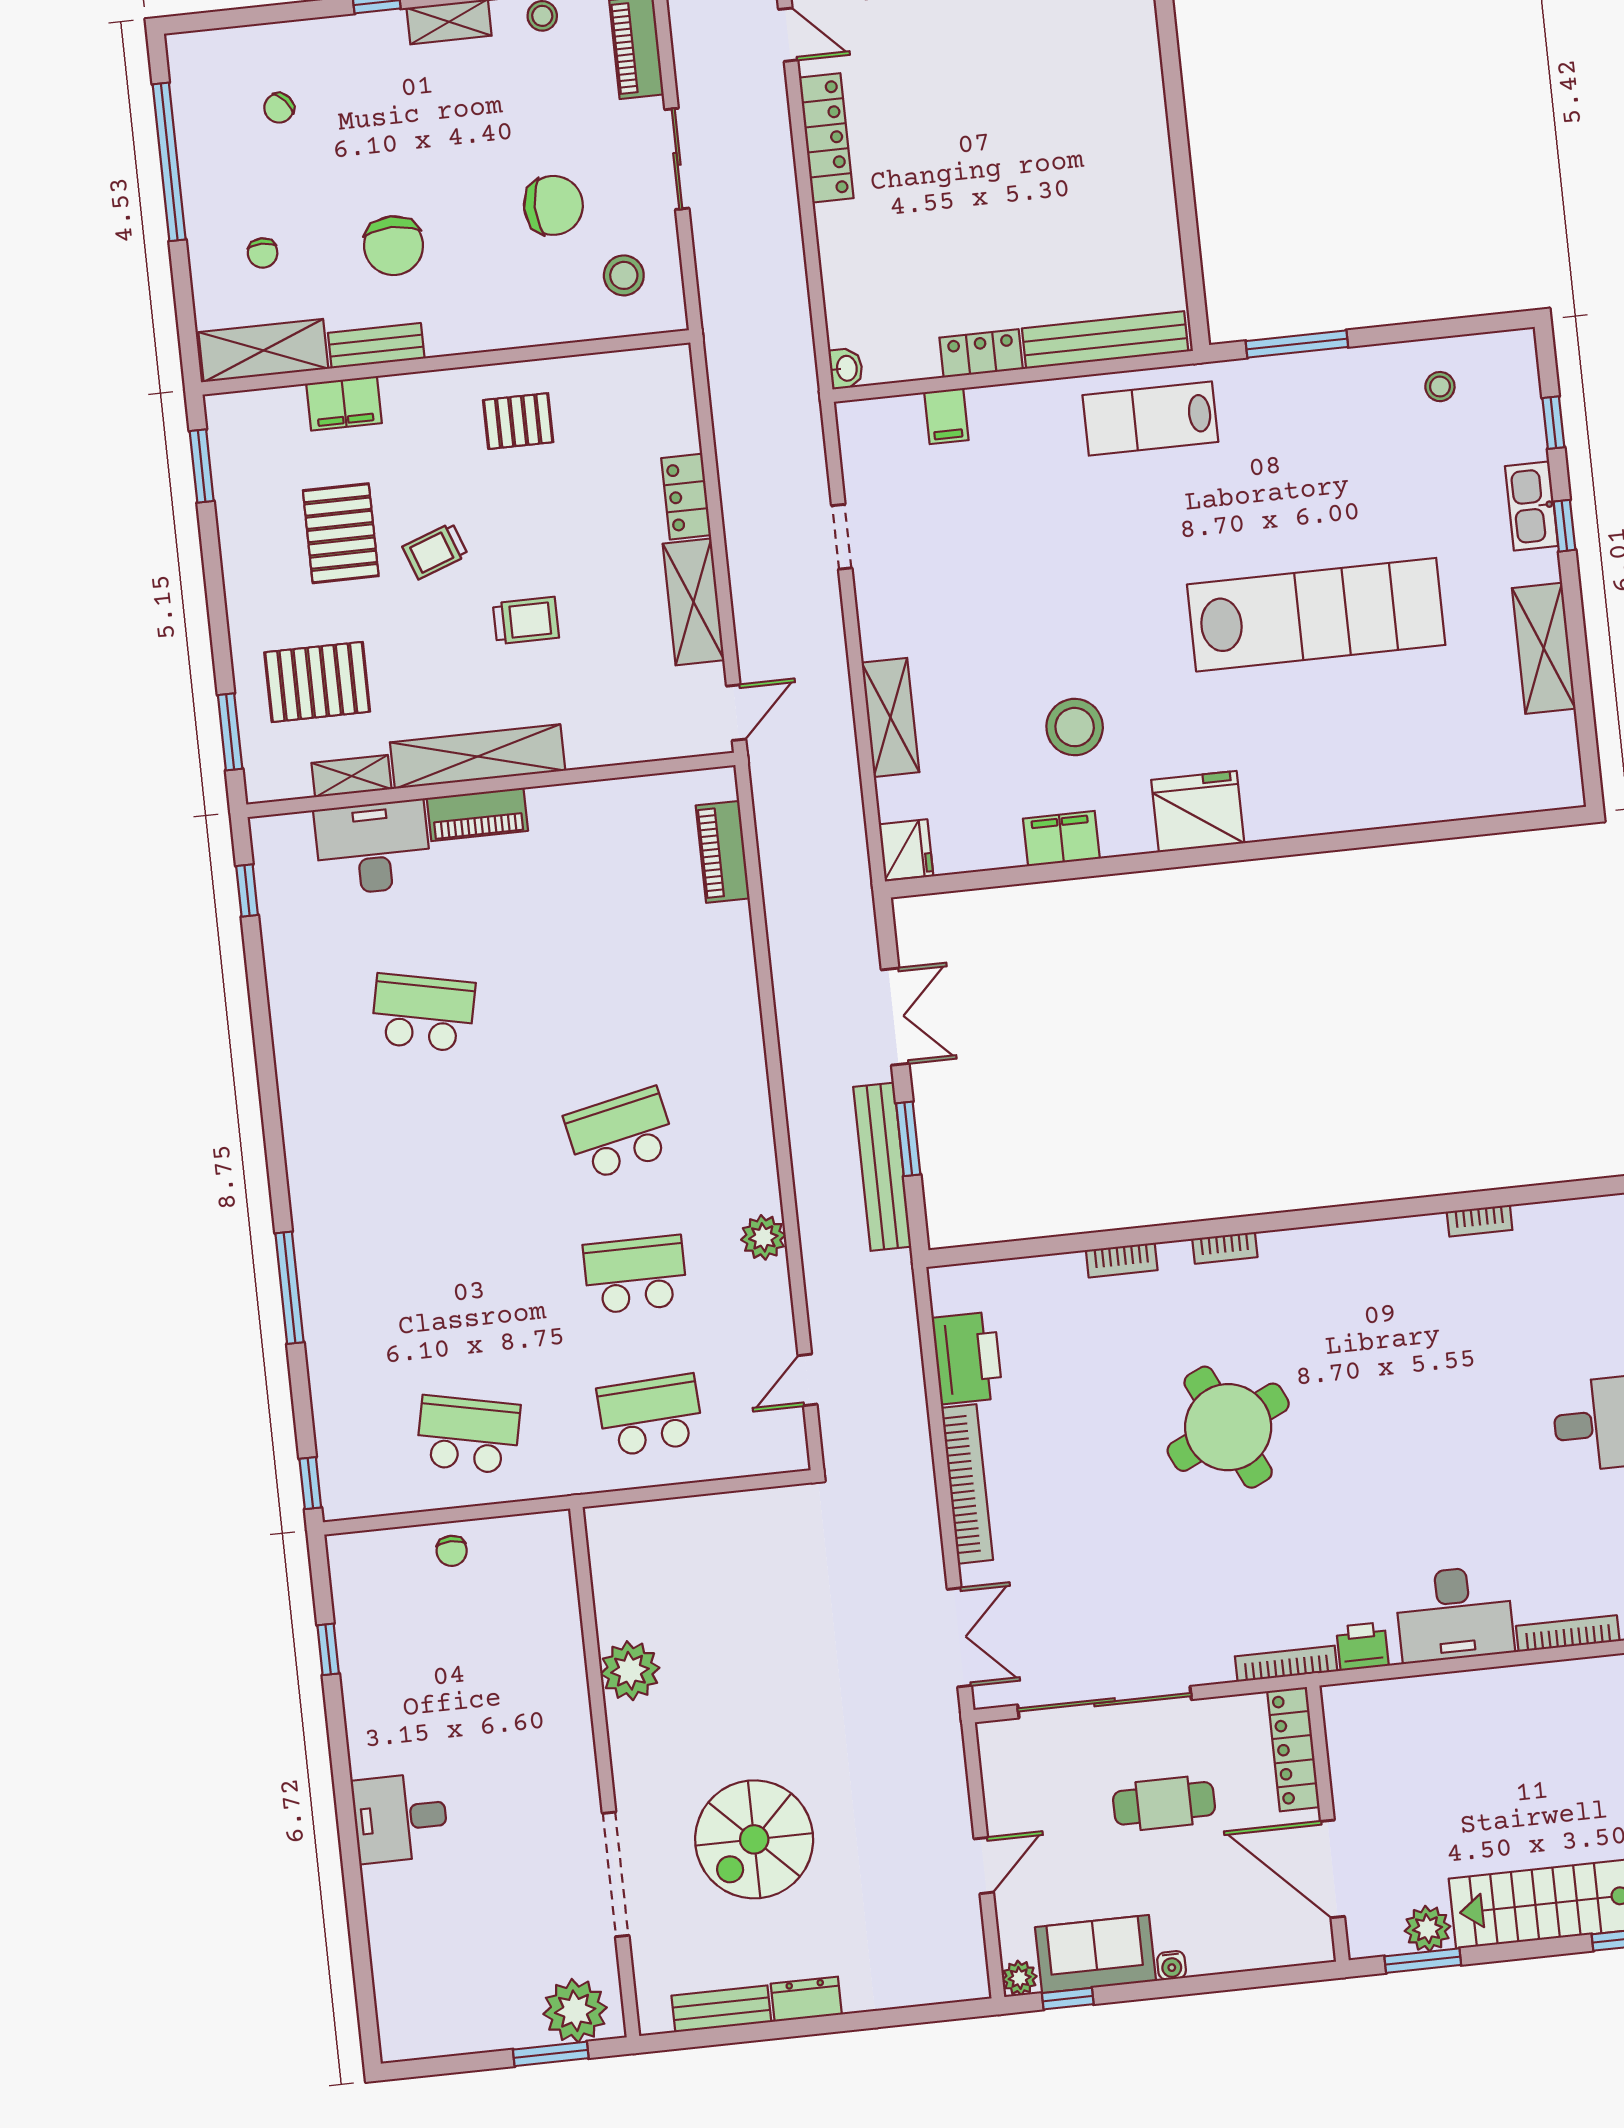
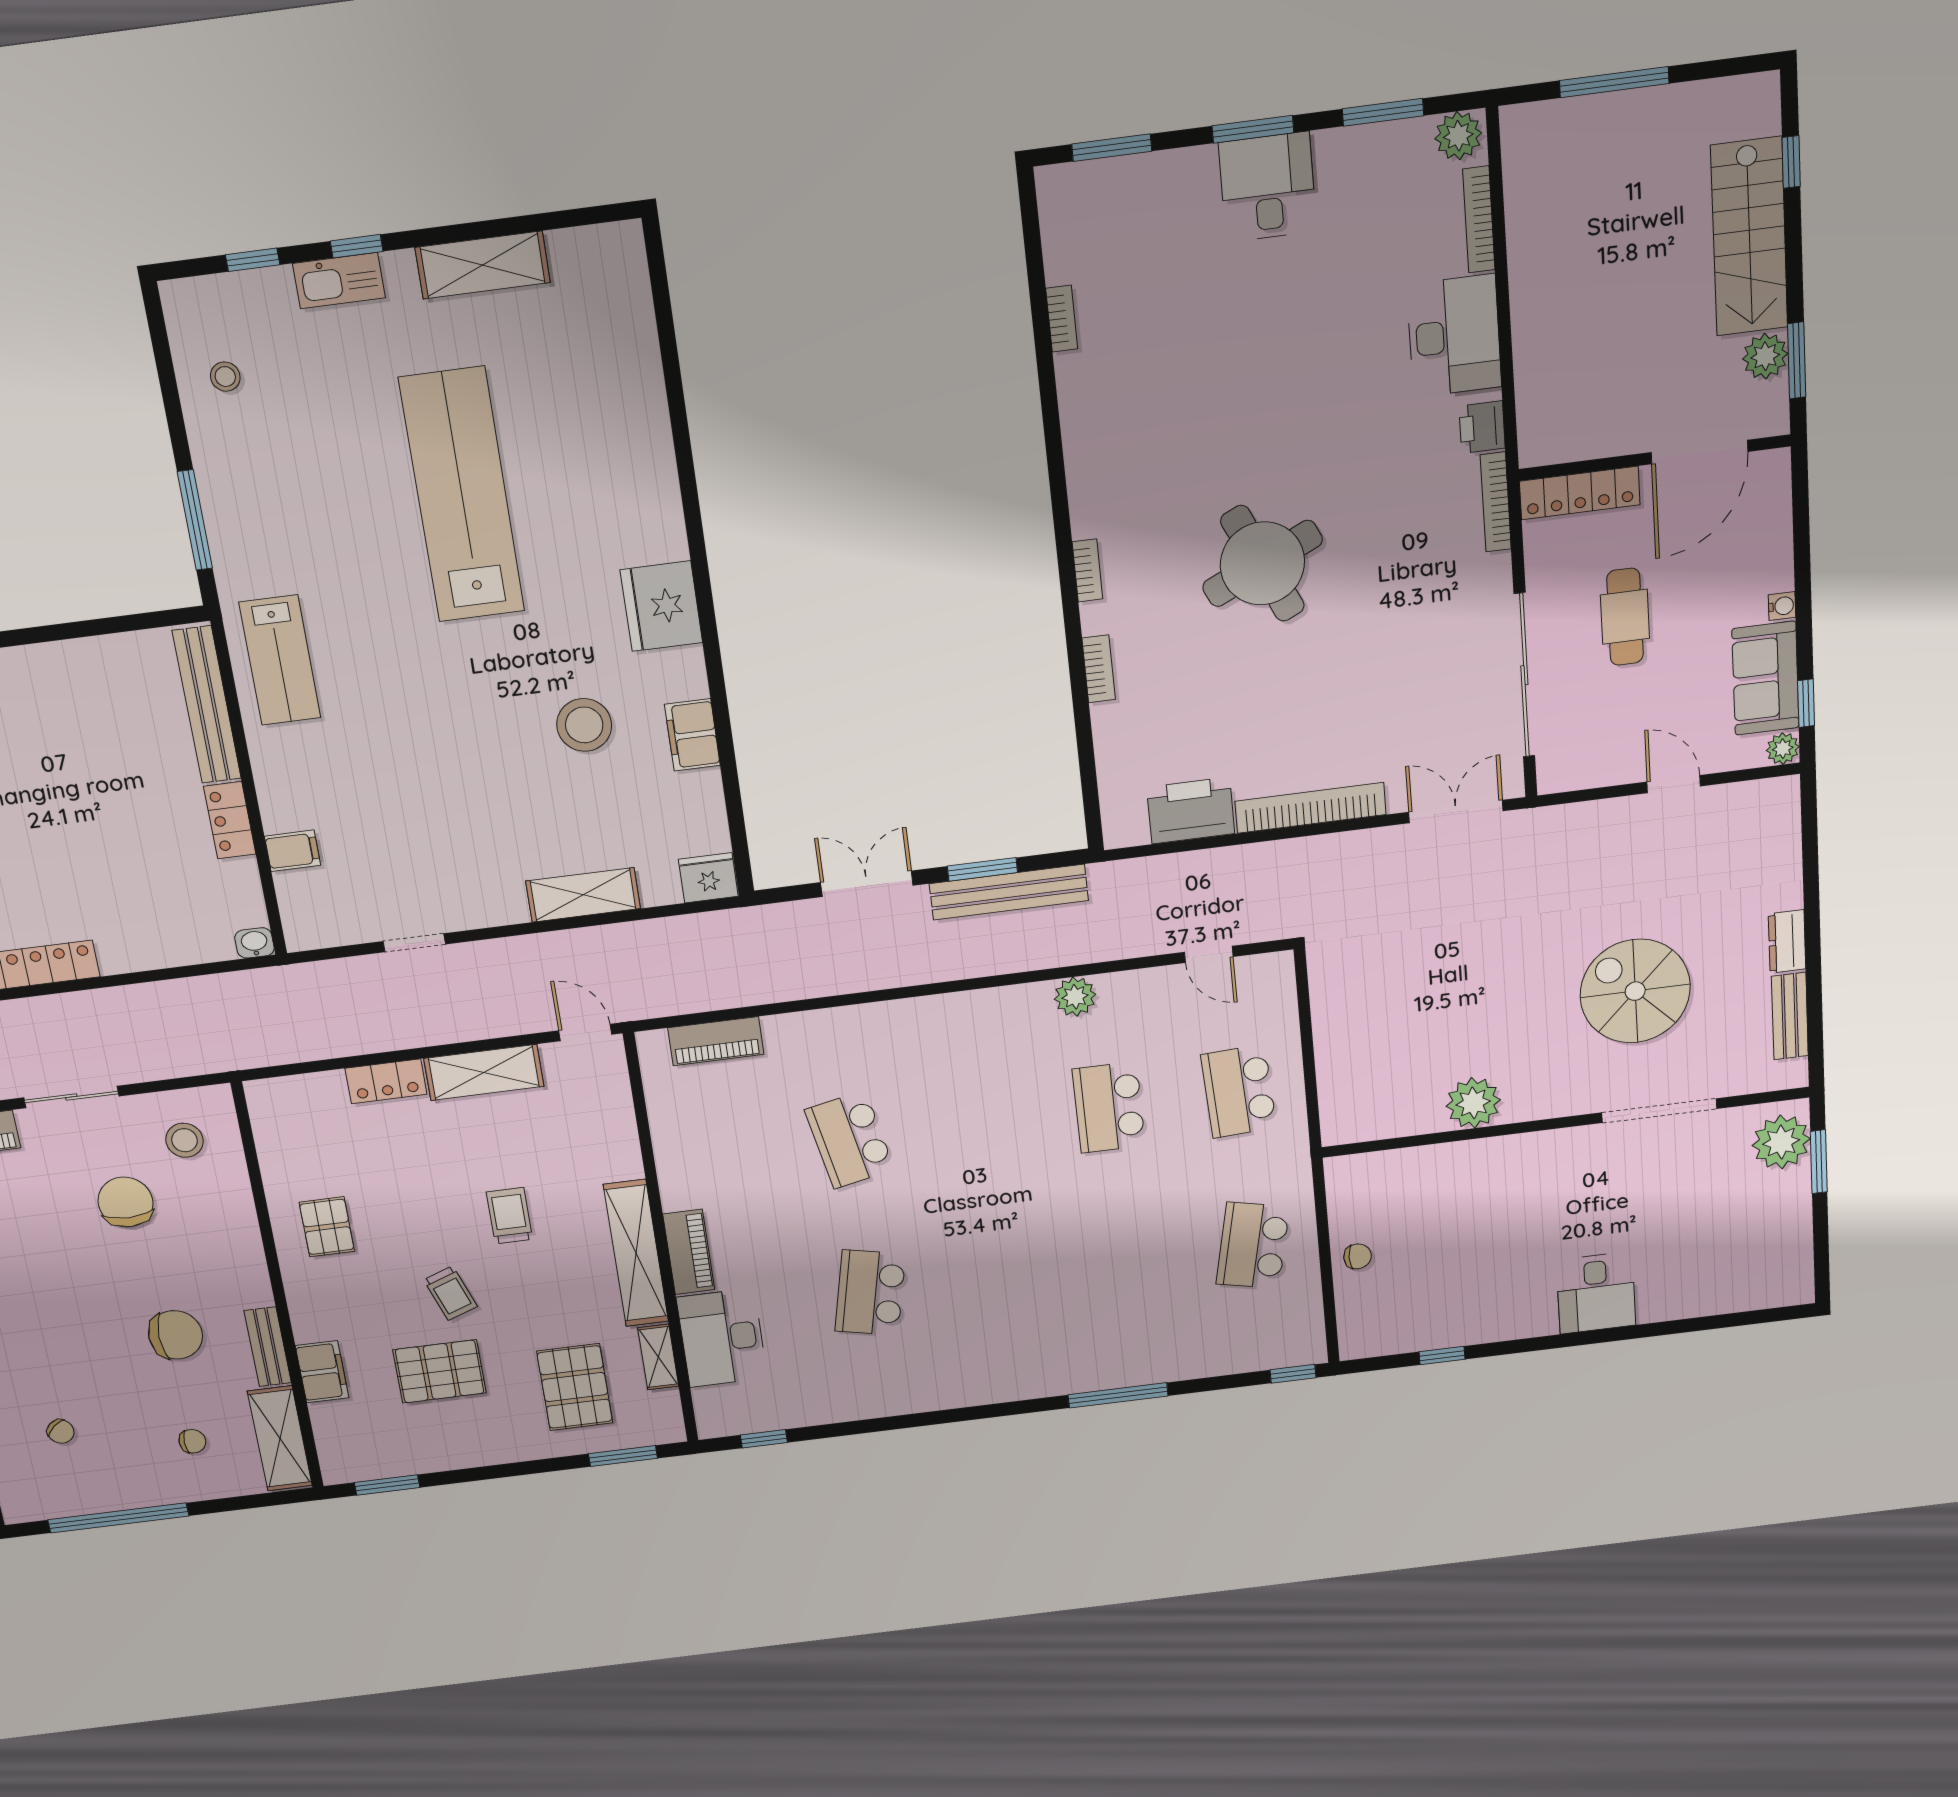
school desk: (620, 1134) -> (850, 1140), moved
spiral stairs: (754, 1839) -> (1635, 991), turned 180

